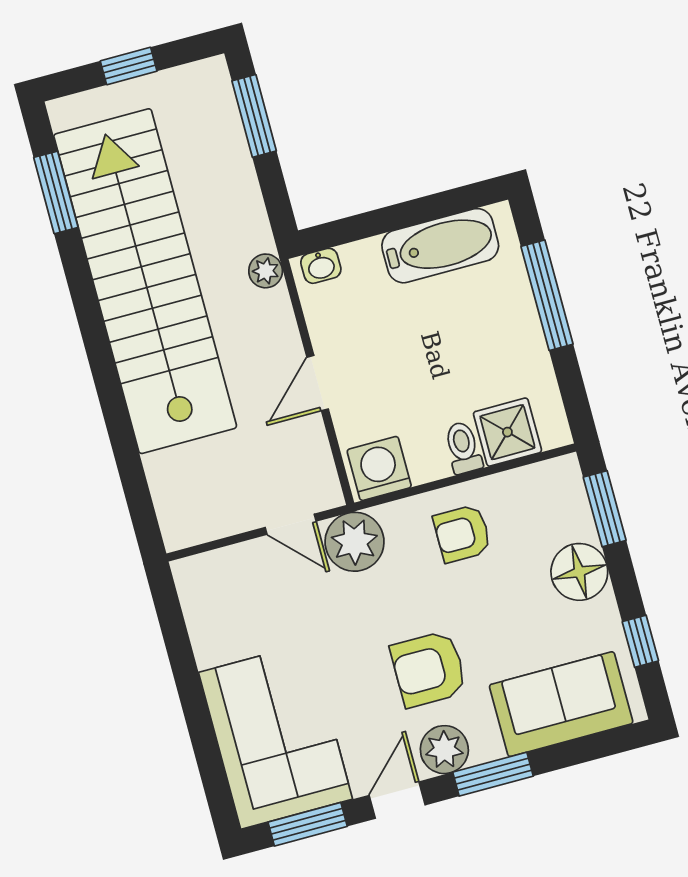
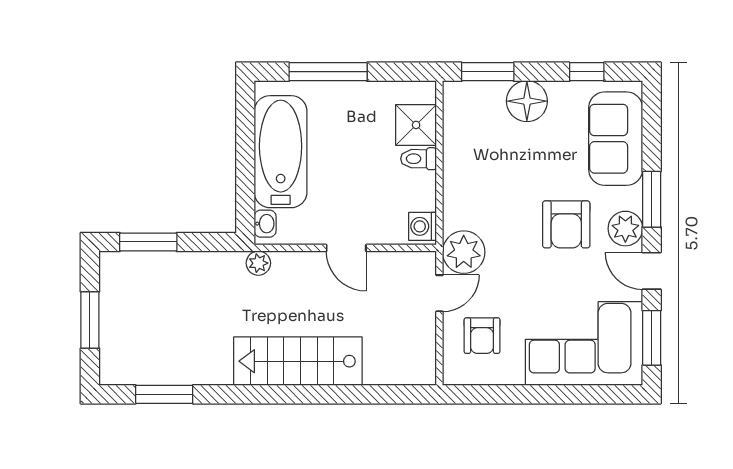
window: (129, 66) -> (90, 320), width x1.50
bathtub: (440, 246) -> (281, 152), width x1.36, depth x1.36
stairs: (145, 281) -> (298, 361), width x0.54, depth x0.66
washing machine: (379, 468) -> (423, 226), width x0.73, depth x0.73
armchair: (462, 534) -> (482, 336), moved

